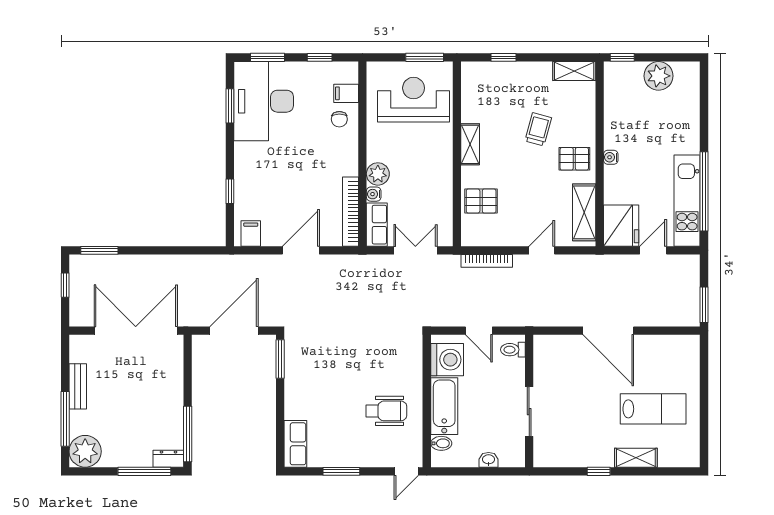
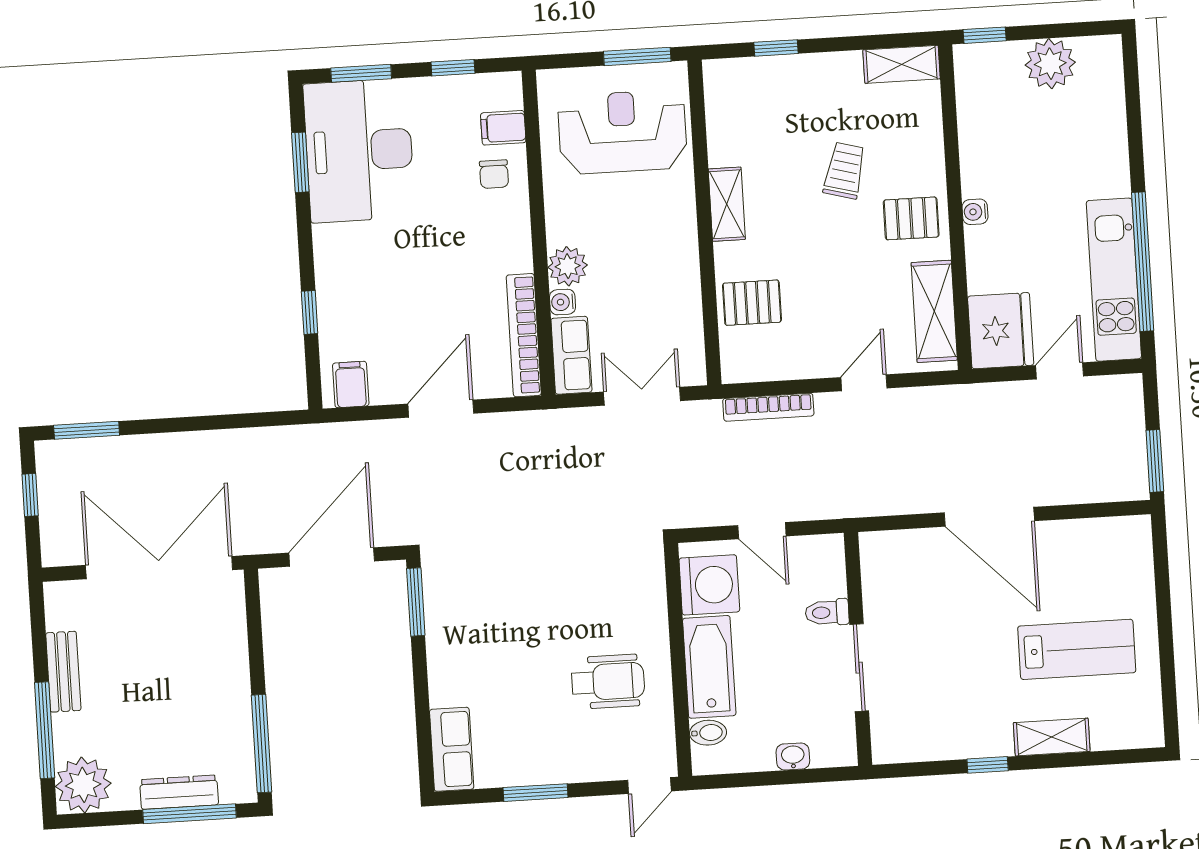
toilet: (513, 350) -> (827, 612), moved
dresser: (168, 459) -> (179, 792), moved, width x1.44

